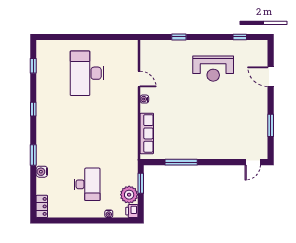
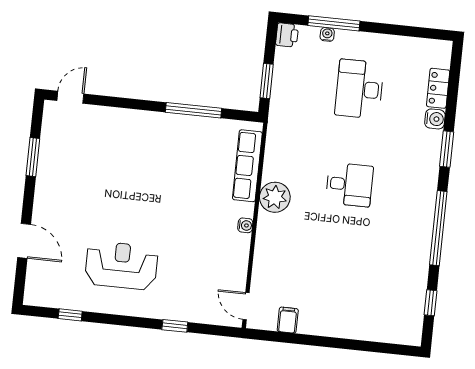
filing cabinet: (114, 47) -> (288, 320), added
desk: (87, 73) -> (349, 185), moved, width x0.53, depth x0.77
door: (139, 79) -> (246, 306), moved
window: (33, 109) -> (438, 228), width x3.17
plant: (129, 195) -> (275, 197), moved
locker: (42, 206) -> (438, 88), moved
window: (106, 221) -> (334, 23), added

